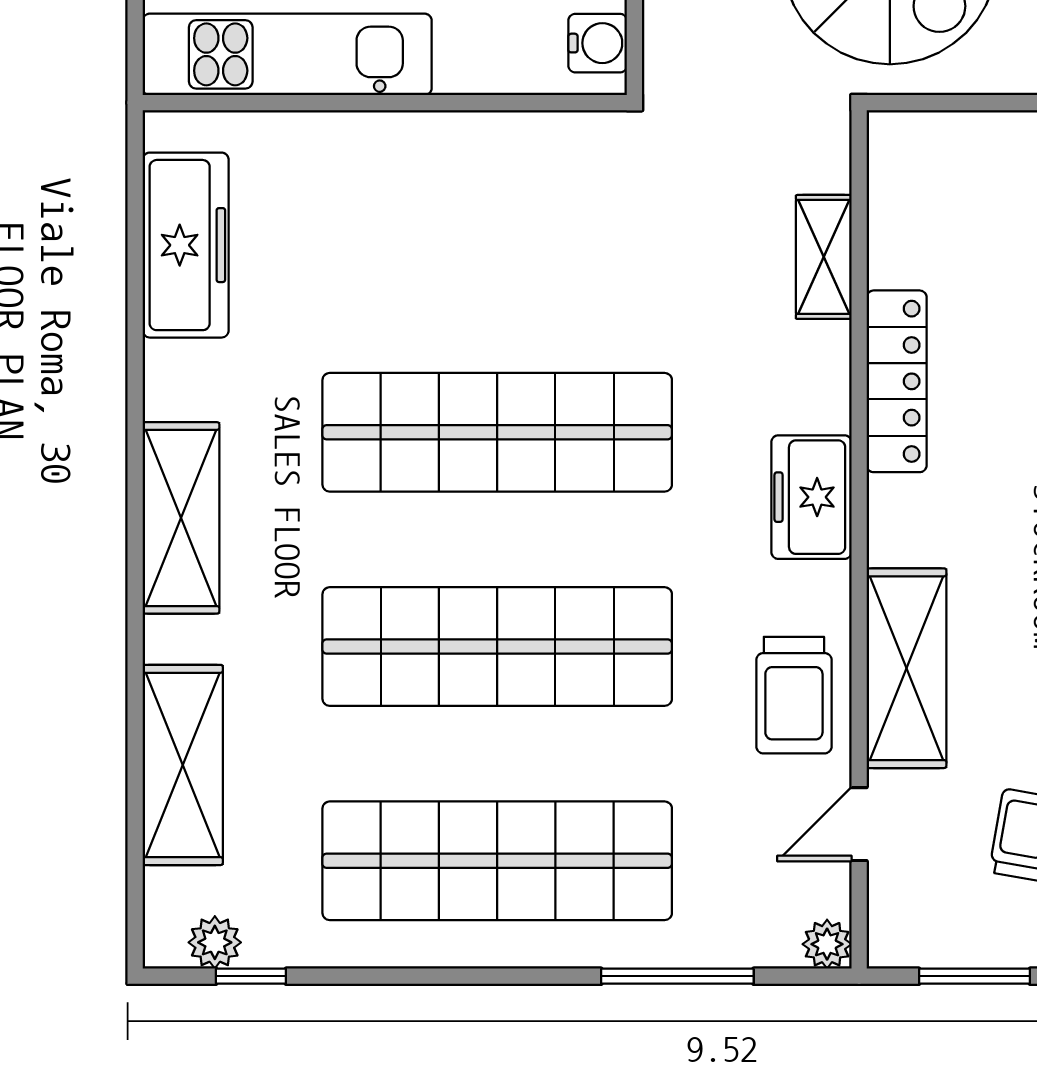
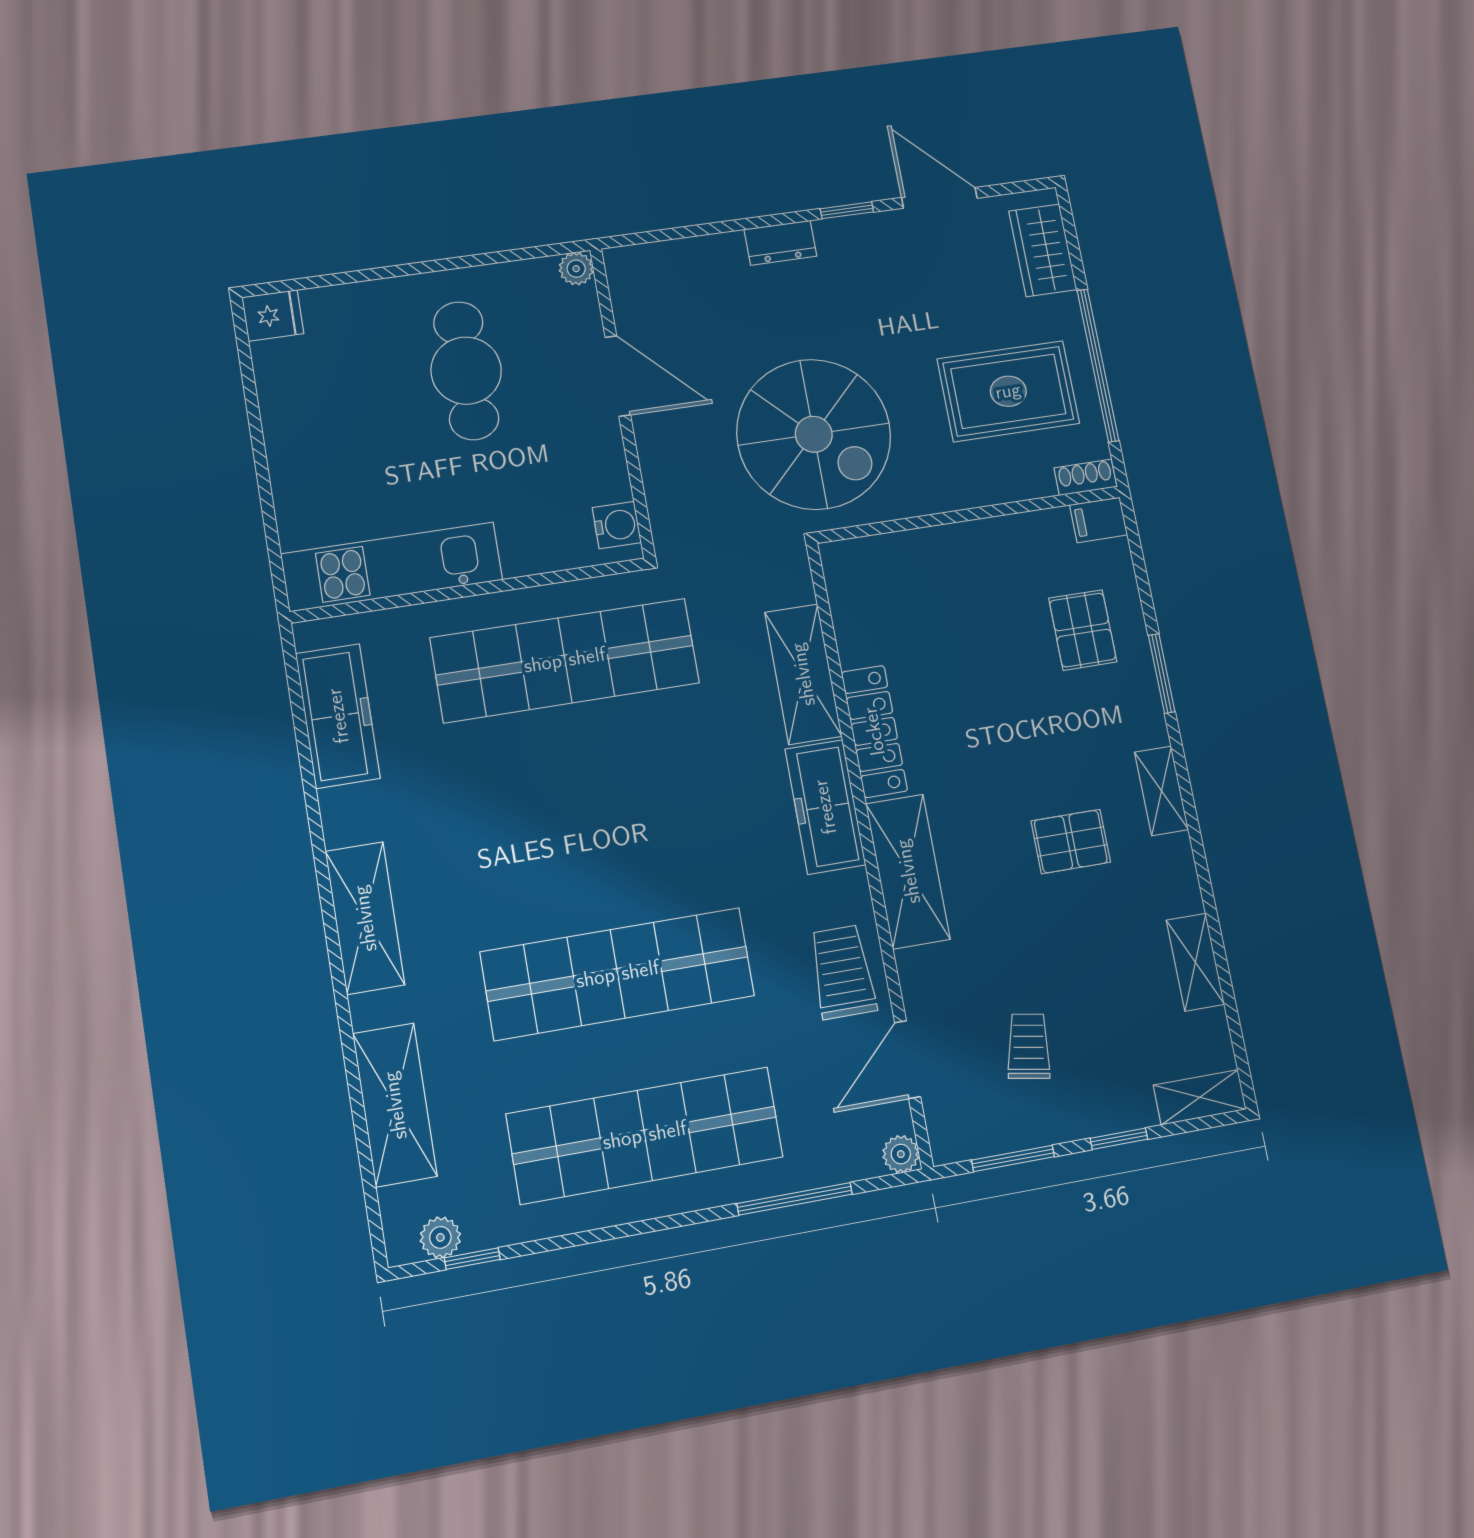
shelving: (824, 257) -> (803, 674), width x1.50, depth x1.33
shop shelf: (497, 432) -> (565, 660), moved
freezer: (811, 497) -> (825, 807), width x1.40
shelving: (906, 668) -> (908, 871), moved
trolley: (794, 695) -> (842, 972), turned 180
door: (859, 824) -> (908, 1060), width x1.38

